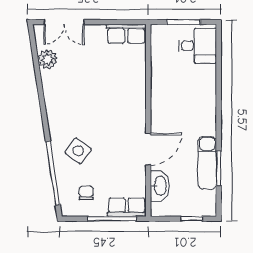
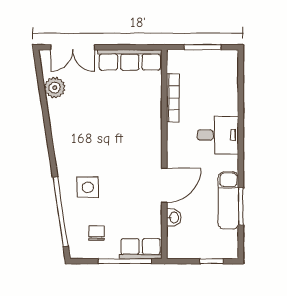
row of seats: (126, 34) -> (130, 60), width x1.48
desk: (198, 46) -> (218, 135), moved
bookcase: (156, 69) -> (173, 98), added
side table: (78, 151) -> (88, 187), turned -36
washbasin: (160, 186) -> (174, 217), width x0.52, depth x0.69

